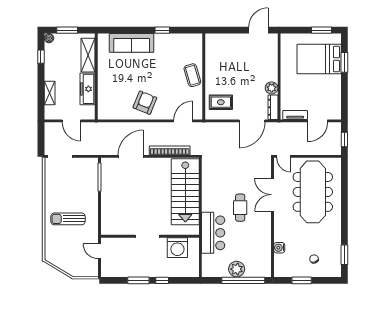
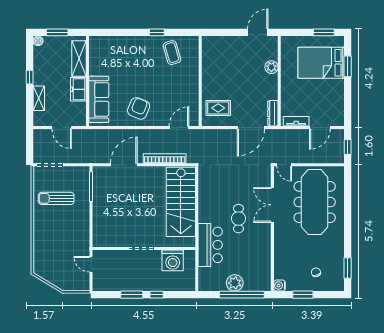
sofa: (132, 43) -> (99, 99), moved, turned -90
window: (41, 57) -> (30, 77), moved
coffee table: (192, 75) -> (172, 53), moved
plant: (272, 88) -> (271, 67), moved
freezer: (87, 89) -> (78, 89), width x0.71
sun lounger: (68, 219) -> (56, 198), moved
water cooler: (279, 248) -> (279, 286), moved

